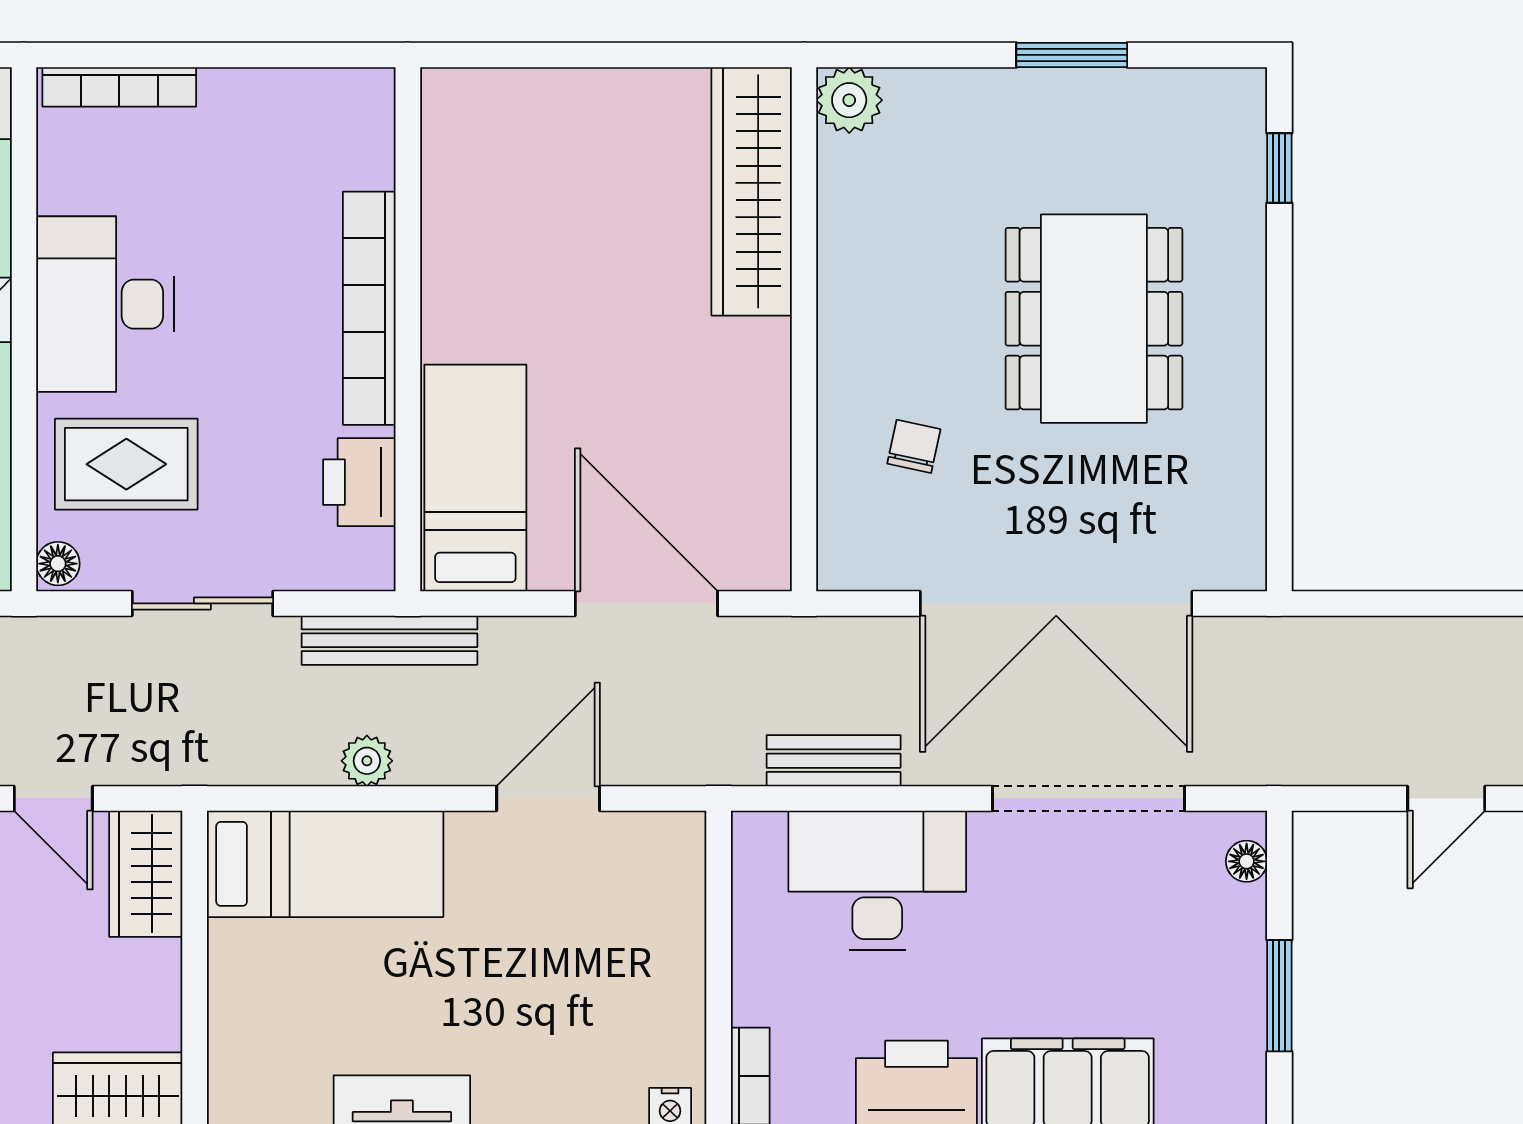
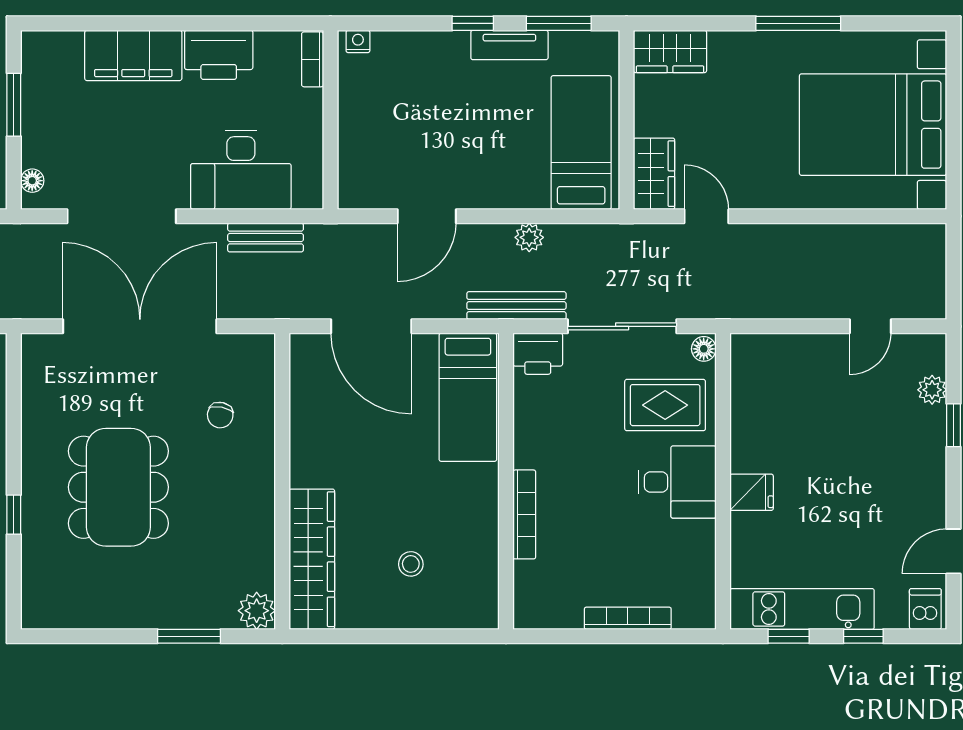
window: (1072, 55) -> (189, 636), moved
bookcase: (119, 87) -> (628, 618), moved
window: (1279, 168) -> (14, 515), moved
stool: (576, 183) -> (411, 564), added
desk: (105, 304) -> (677, 482), width x0.73
bookcase: (369, 308) -> (524, 514), width x0.68, depth x0.76
printer: (359, 482) -> (538, 354), moved, turned 90
sliding door: (202, 603) -> (622, 326), width x1.37
bed: (325, 864) -> (581, 142), moved, turned 90

